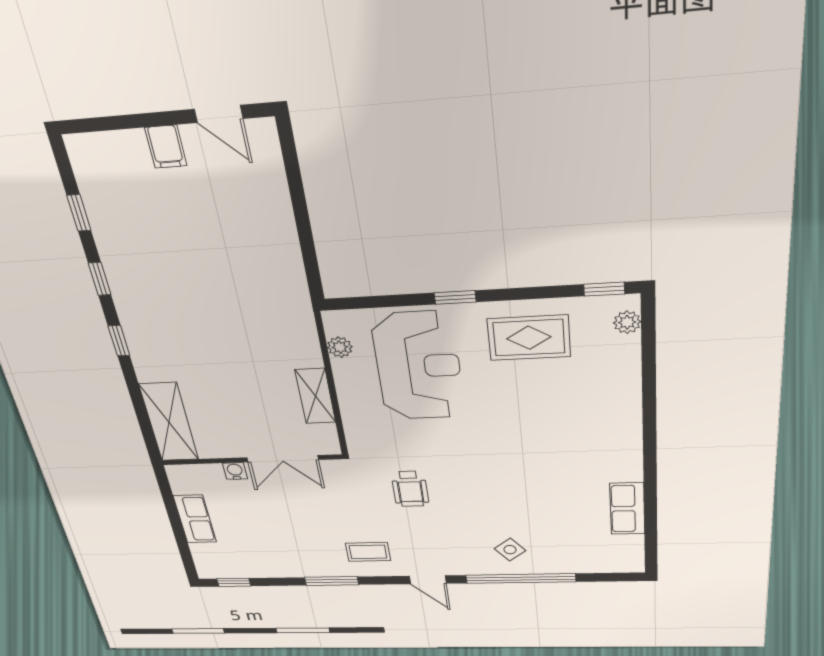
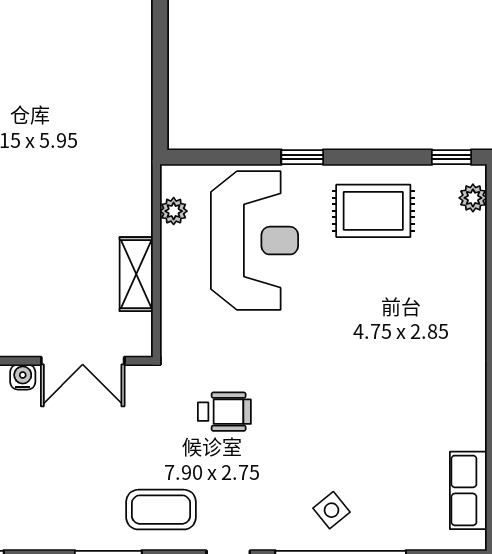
wheelchair: (410, 489) -> (224, 412), turned -90
row of seats: (627, 509) -> (468, 490), moved
coffee table: (368, 552) -> (161, 510), width x1.36, depth x1.30

